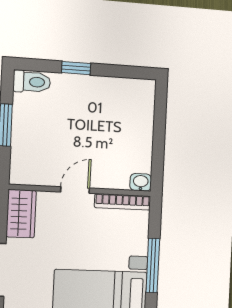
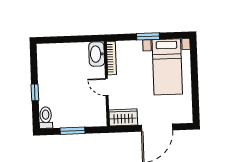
washbasin: (141, 182) -> (97, 54), width x1.91, depth x1.45
window: (153, 265) -> (148, 36), width x0.69

